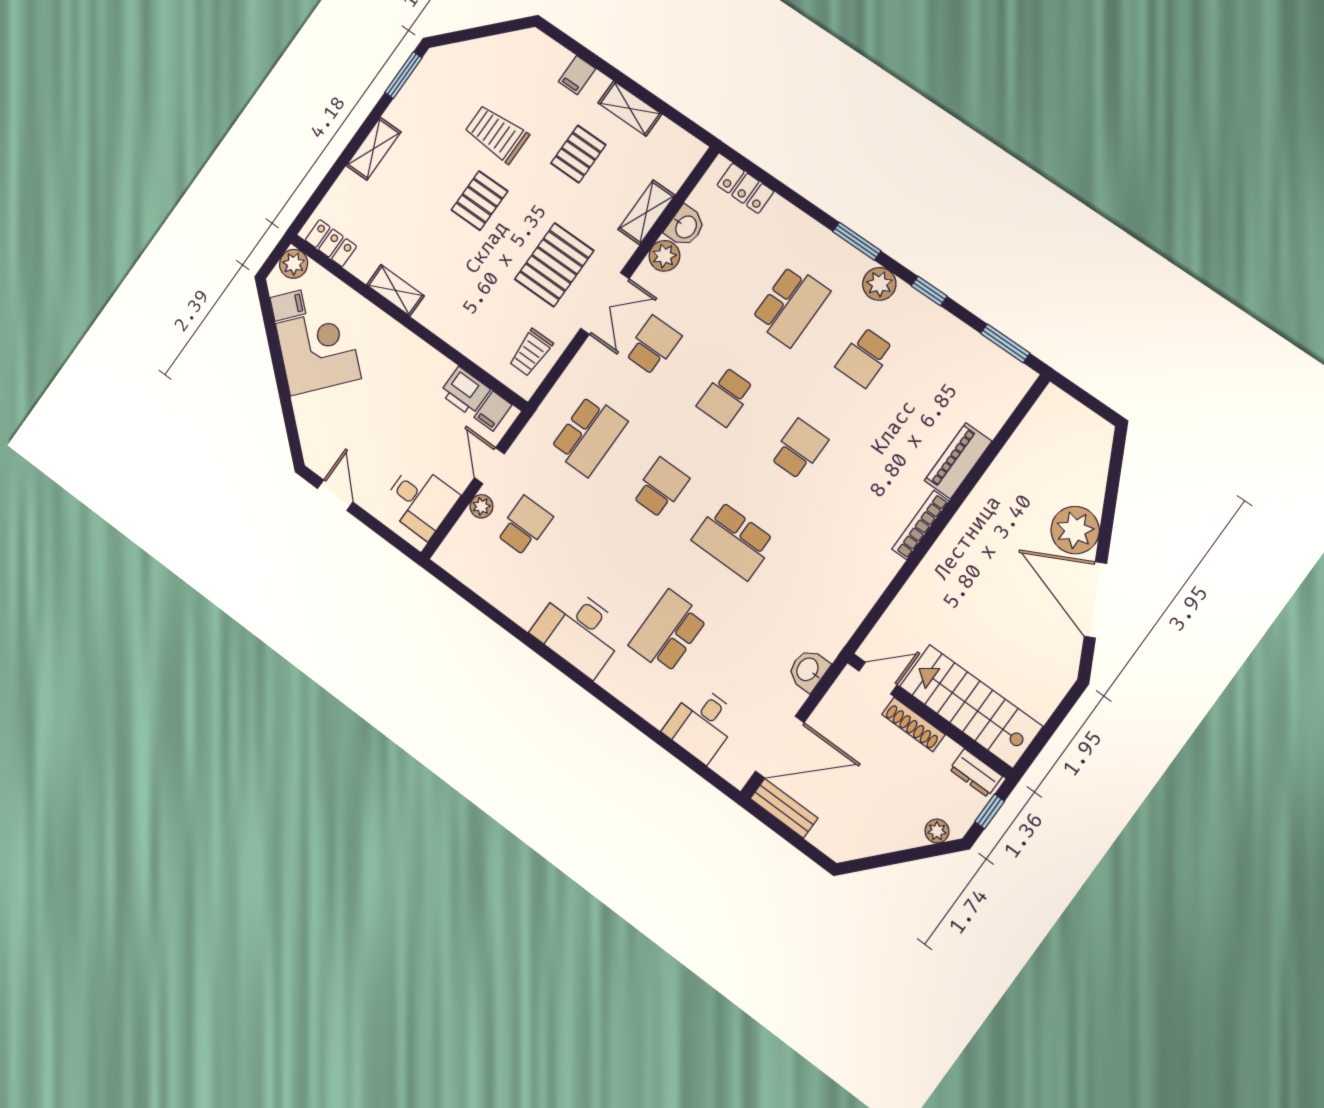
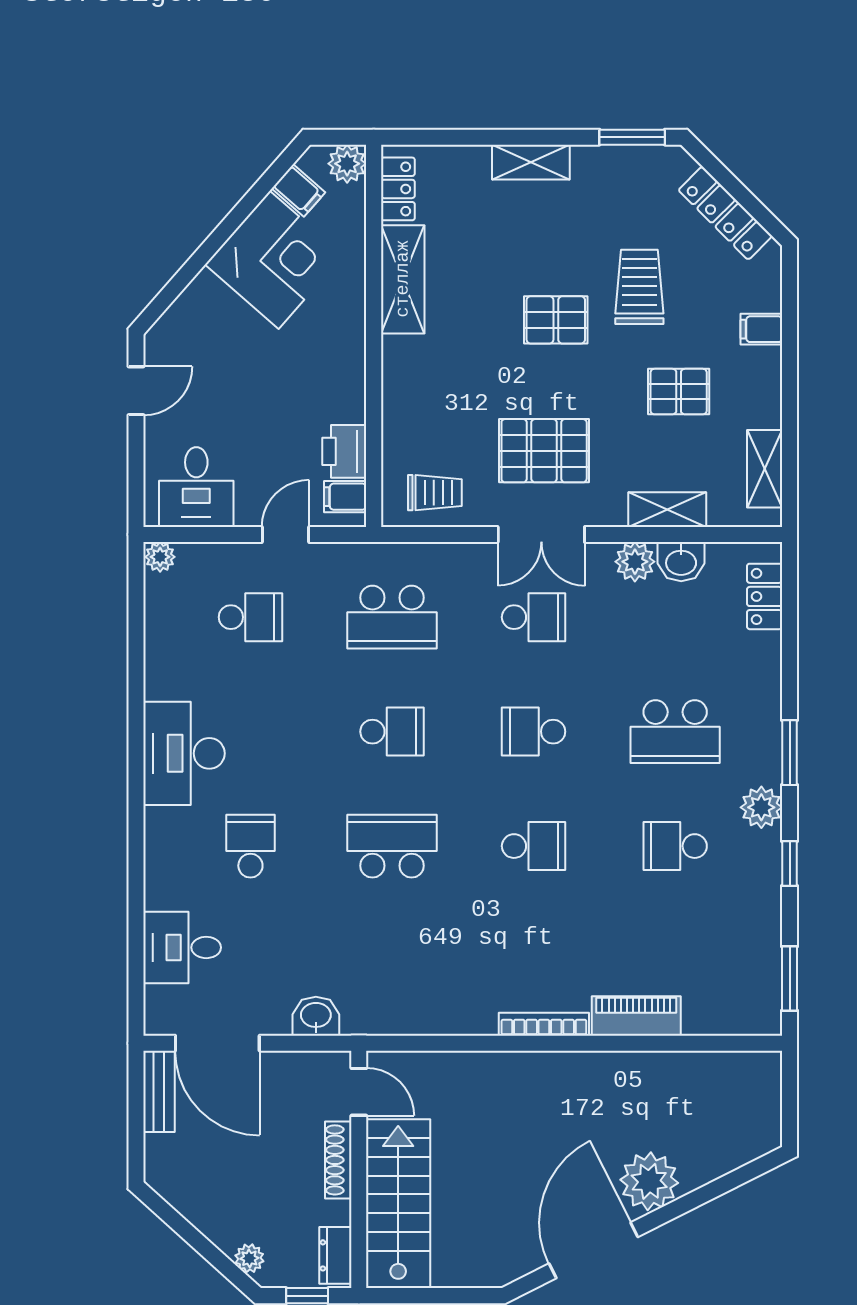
locker: (490, 49) -> (725, 213), added
shelving: (630, 109) -> (765, 469), moved
shelving: (395, 290) -> (403, 279), width x1.50, depth x1.33
trolley: (531, 353) -> (435, 493), turned 180
plant: (481, 506) -> (160, 557), moved
school desk: (734, 540) -> (392, 846), turned 90
school desk: (668, 632) -> (250, 846), width x0.54

